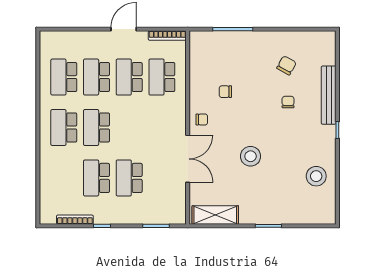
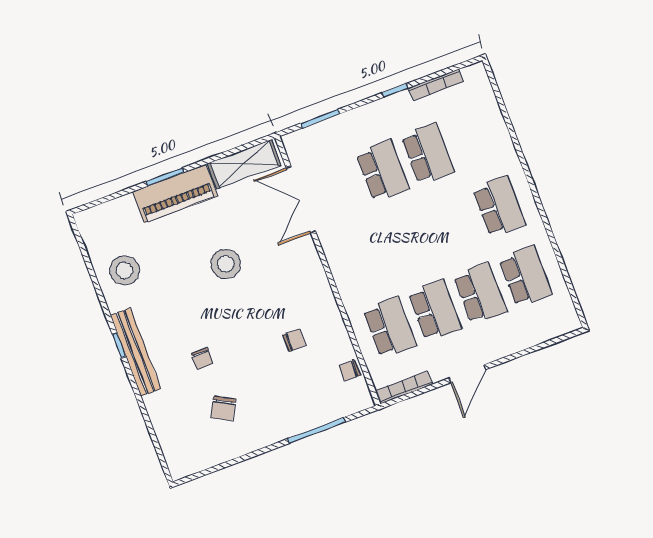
bench: (329, 95) -> (136, 352), moved
chair: (202, 120) -> (349, 370), moved
school desk: (96, 127) -> (454, 224), removed
double door: (188, 159) -> (301, 200), moved
piano: (266, 213) -> (175, 194), added

